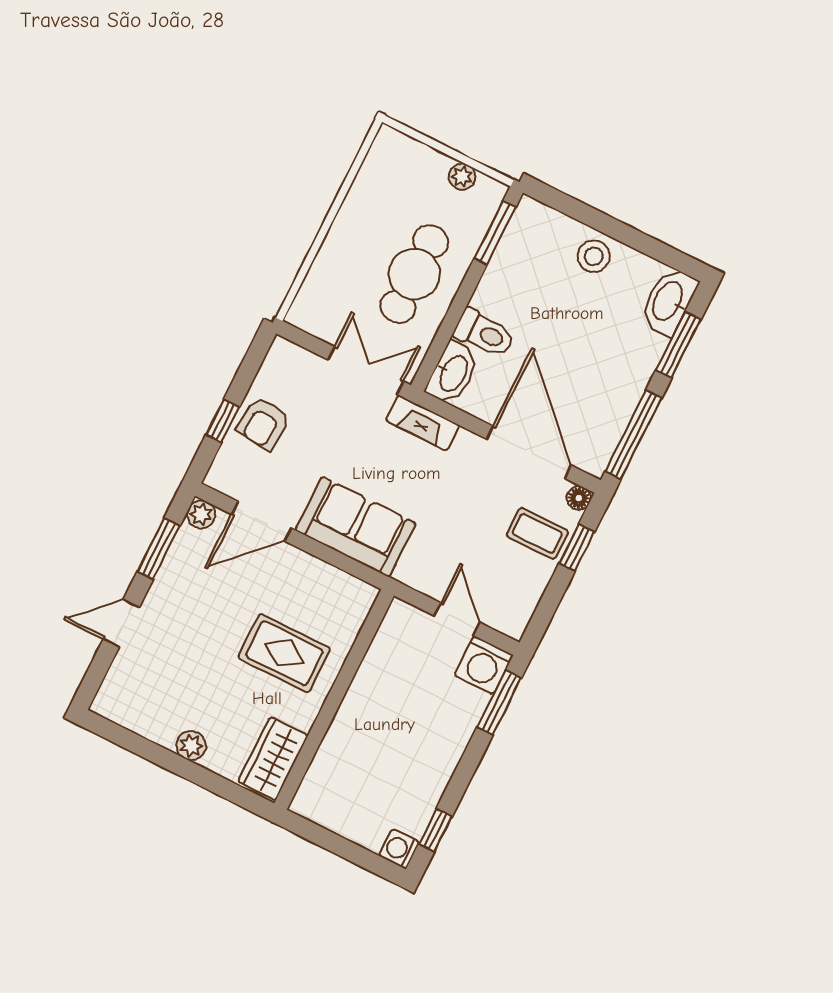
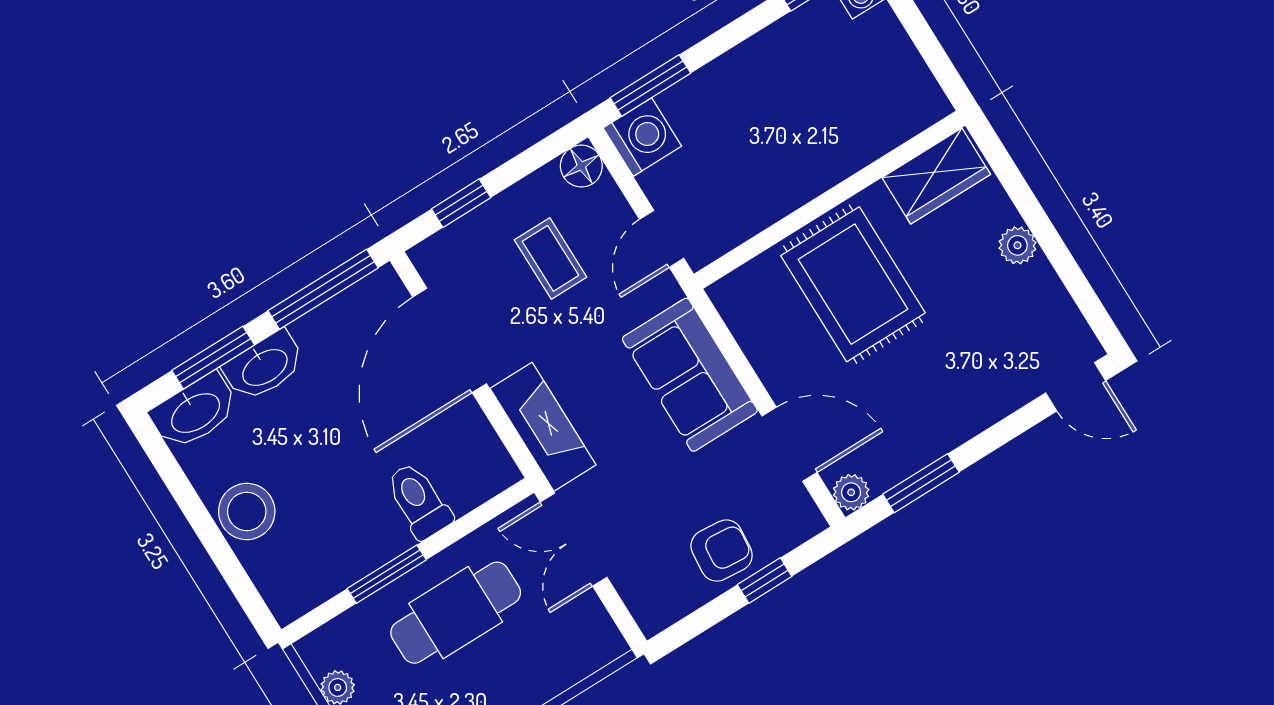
window: (495, 233) -> (387, 574), moved
stool: (594, 256) -> (247, 511), width x1.38, depth x1.38
washbasin: (453, 373) -> (264, 366), moved, turned 180
fireplace: (423, 423) -> (543, 427), width x1.37, depth x1.32
floor lamp: (579, 498) -> (581, 166), moved, width x1.37, depth x1.37
coffee table: (537, 533) -> (551, 258), moved
door: (457, 619) -> (662, 239), moved
door: (121, 623) -> (1076, 387), moved
rug: (284, 653) -> (853, 284), width x1.36, depth x1.43

